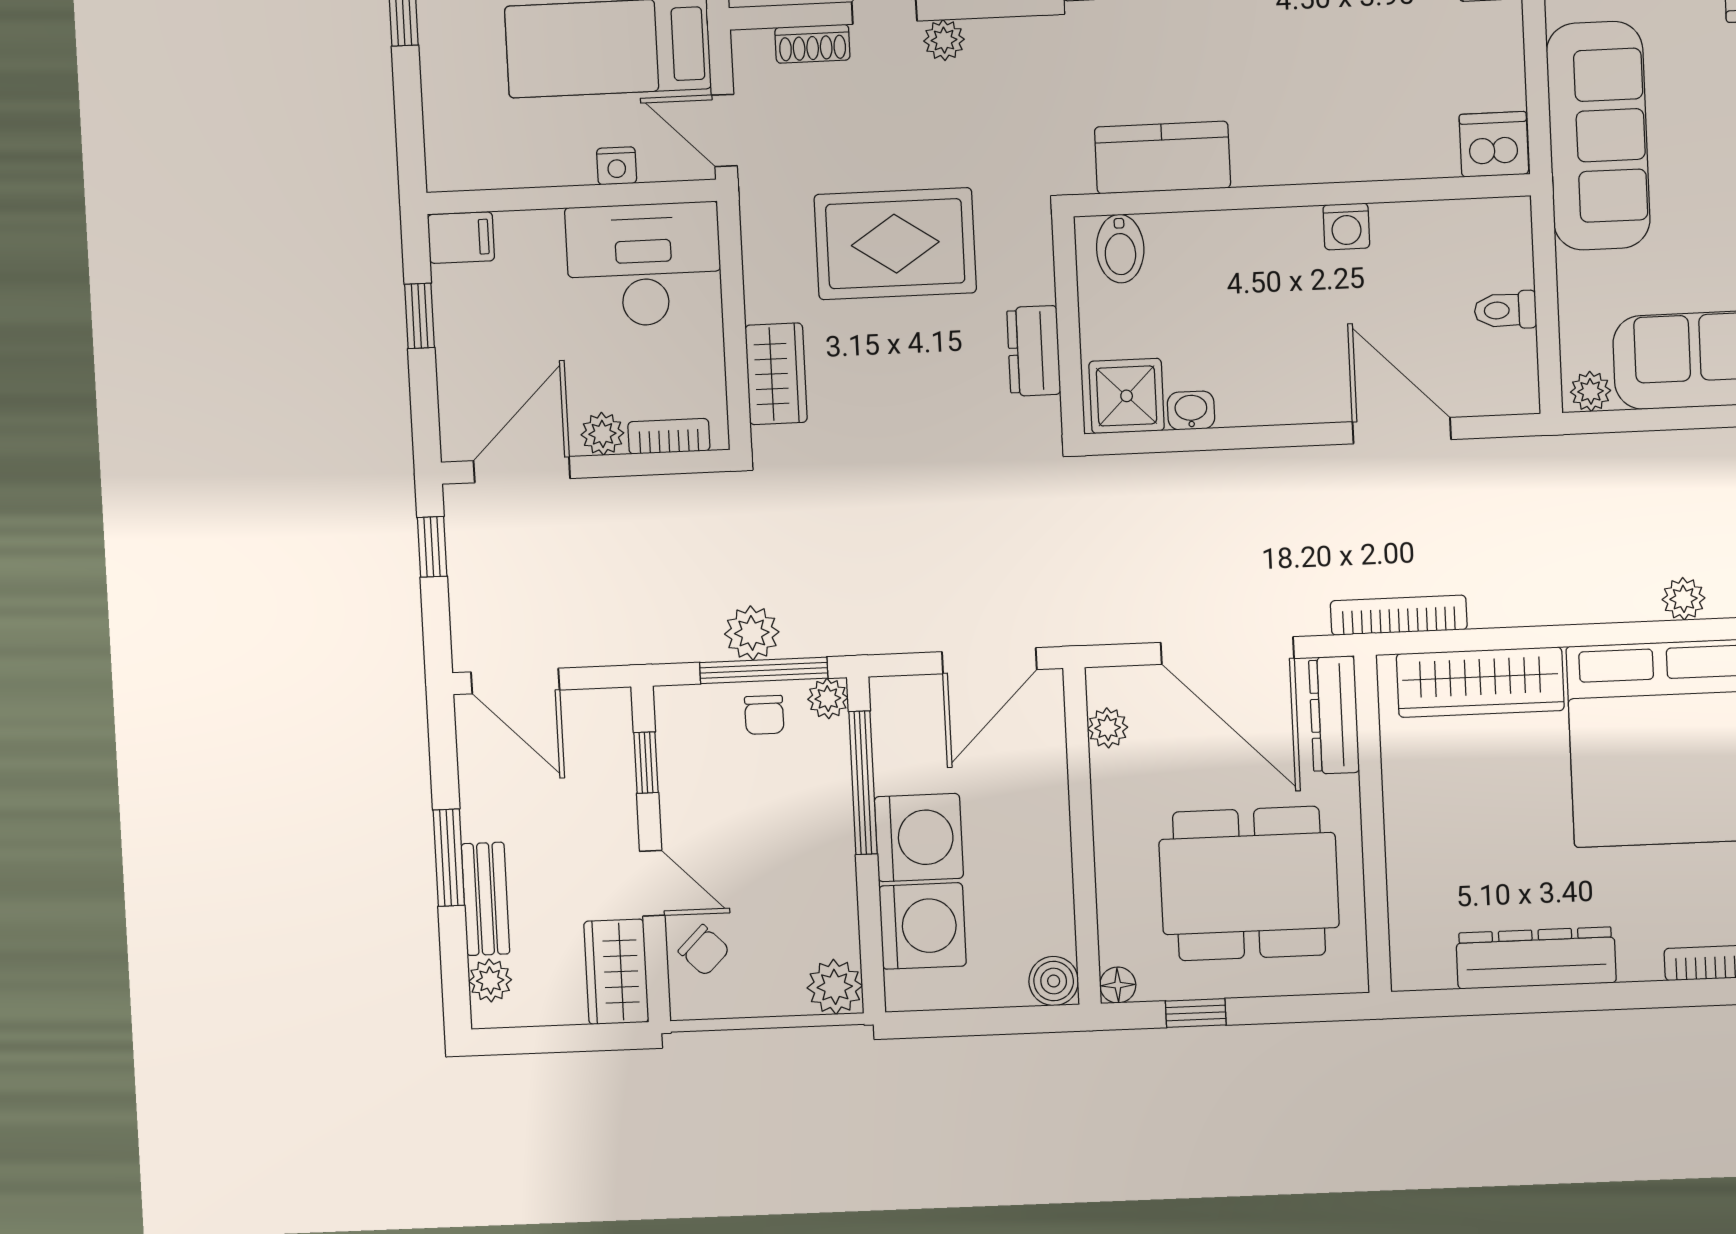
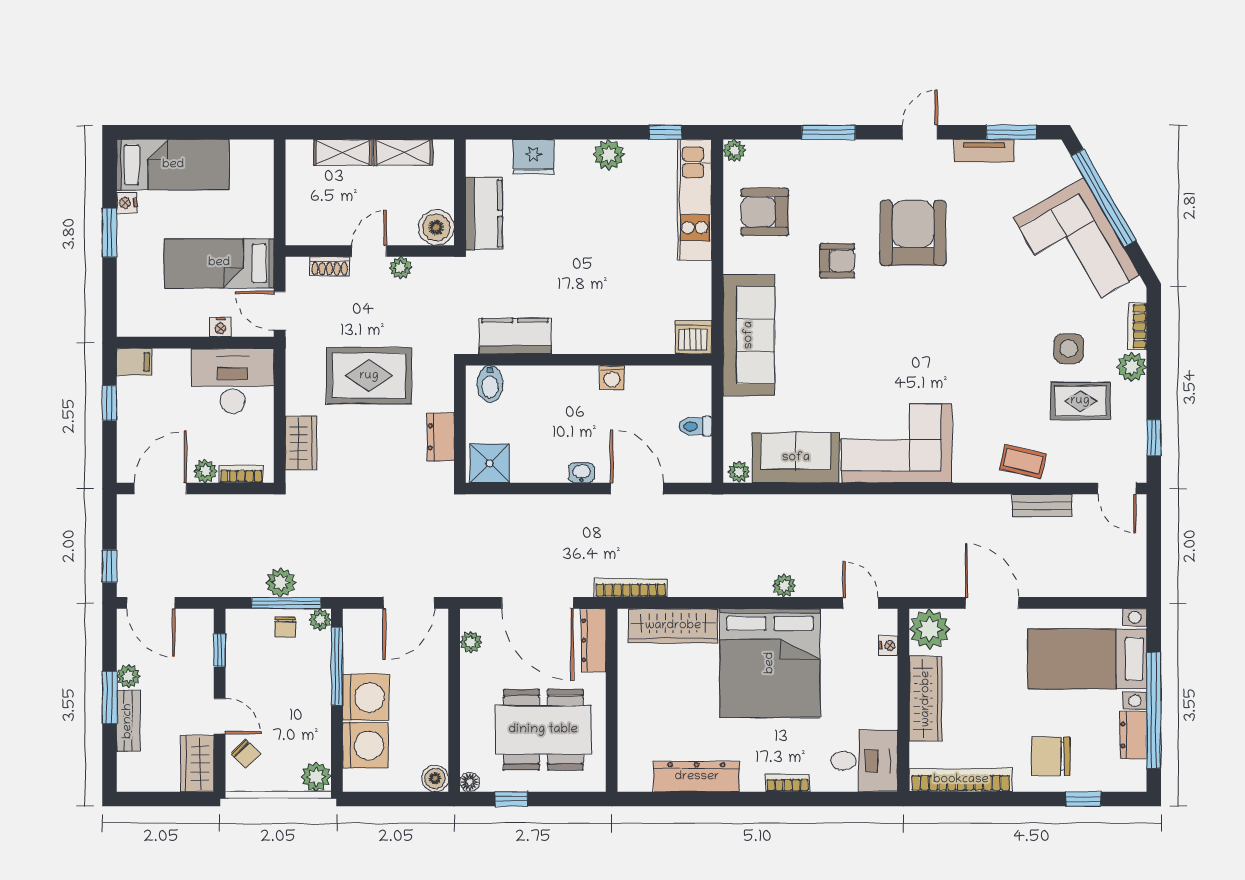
washbasin: (1191, 410) -> (582, 473), moved
window: (432, 547) -> (109, 566), moved
plant: (490, 980) -> (128, 676), moved

